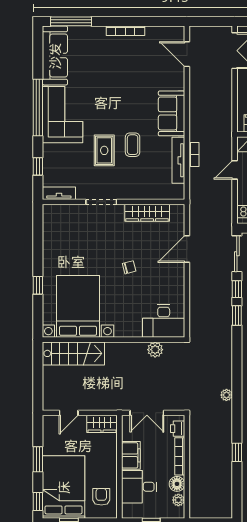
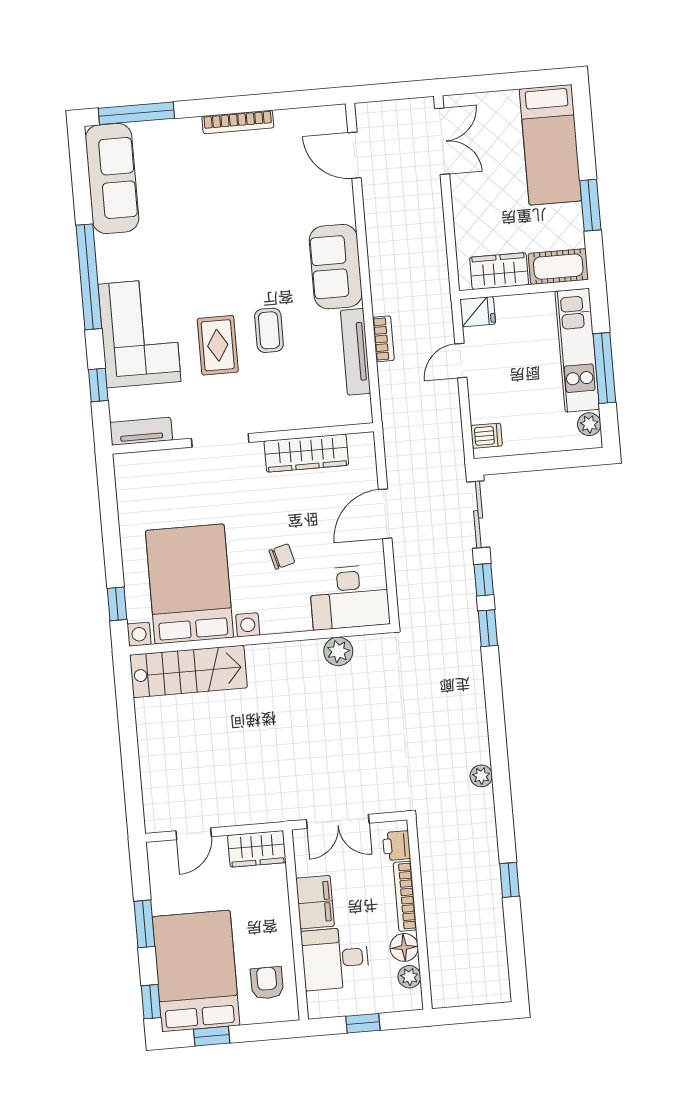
corner sofa: (63, 115) -> (139, 333), moved
bed with nightstands: (78, 306) -> (189, 584), moved
desk: (164, 321) -> (349, 597), moved
wall: (113, 340) -> (260, 639), moved
plant: (155, 350) -> (338, 651), moved
stairs: (73, 353) -> (188, 671), moved

